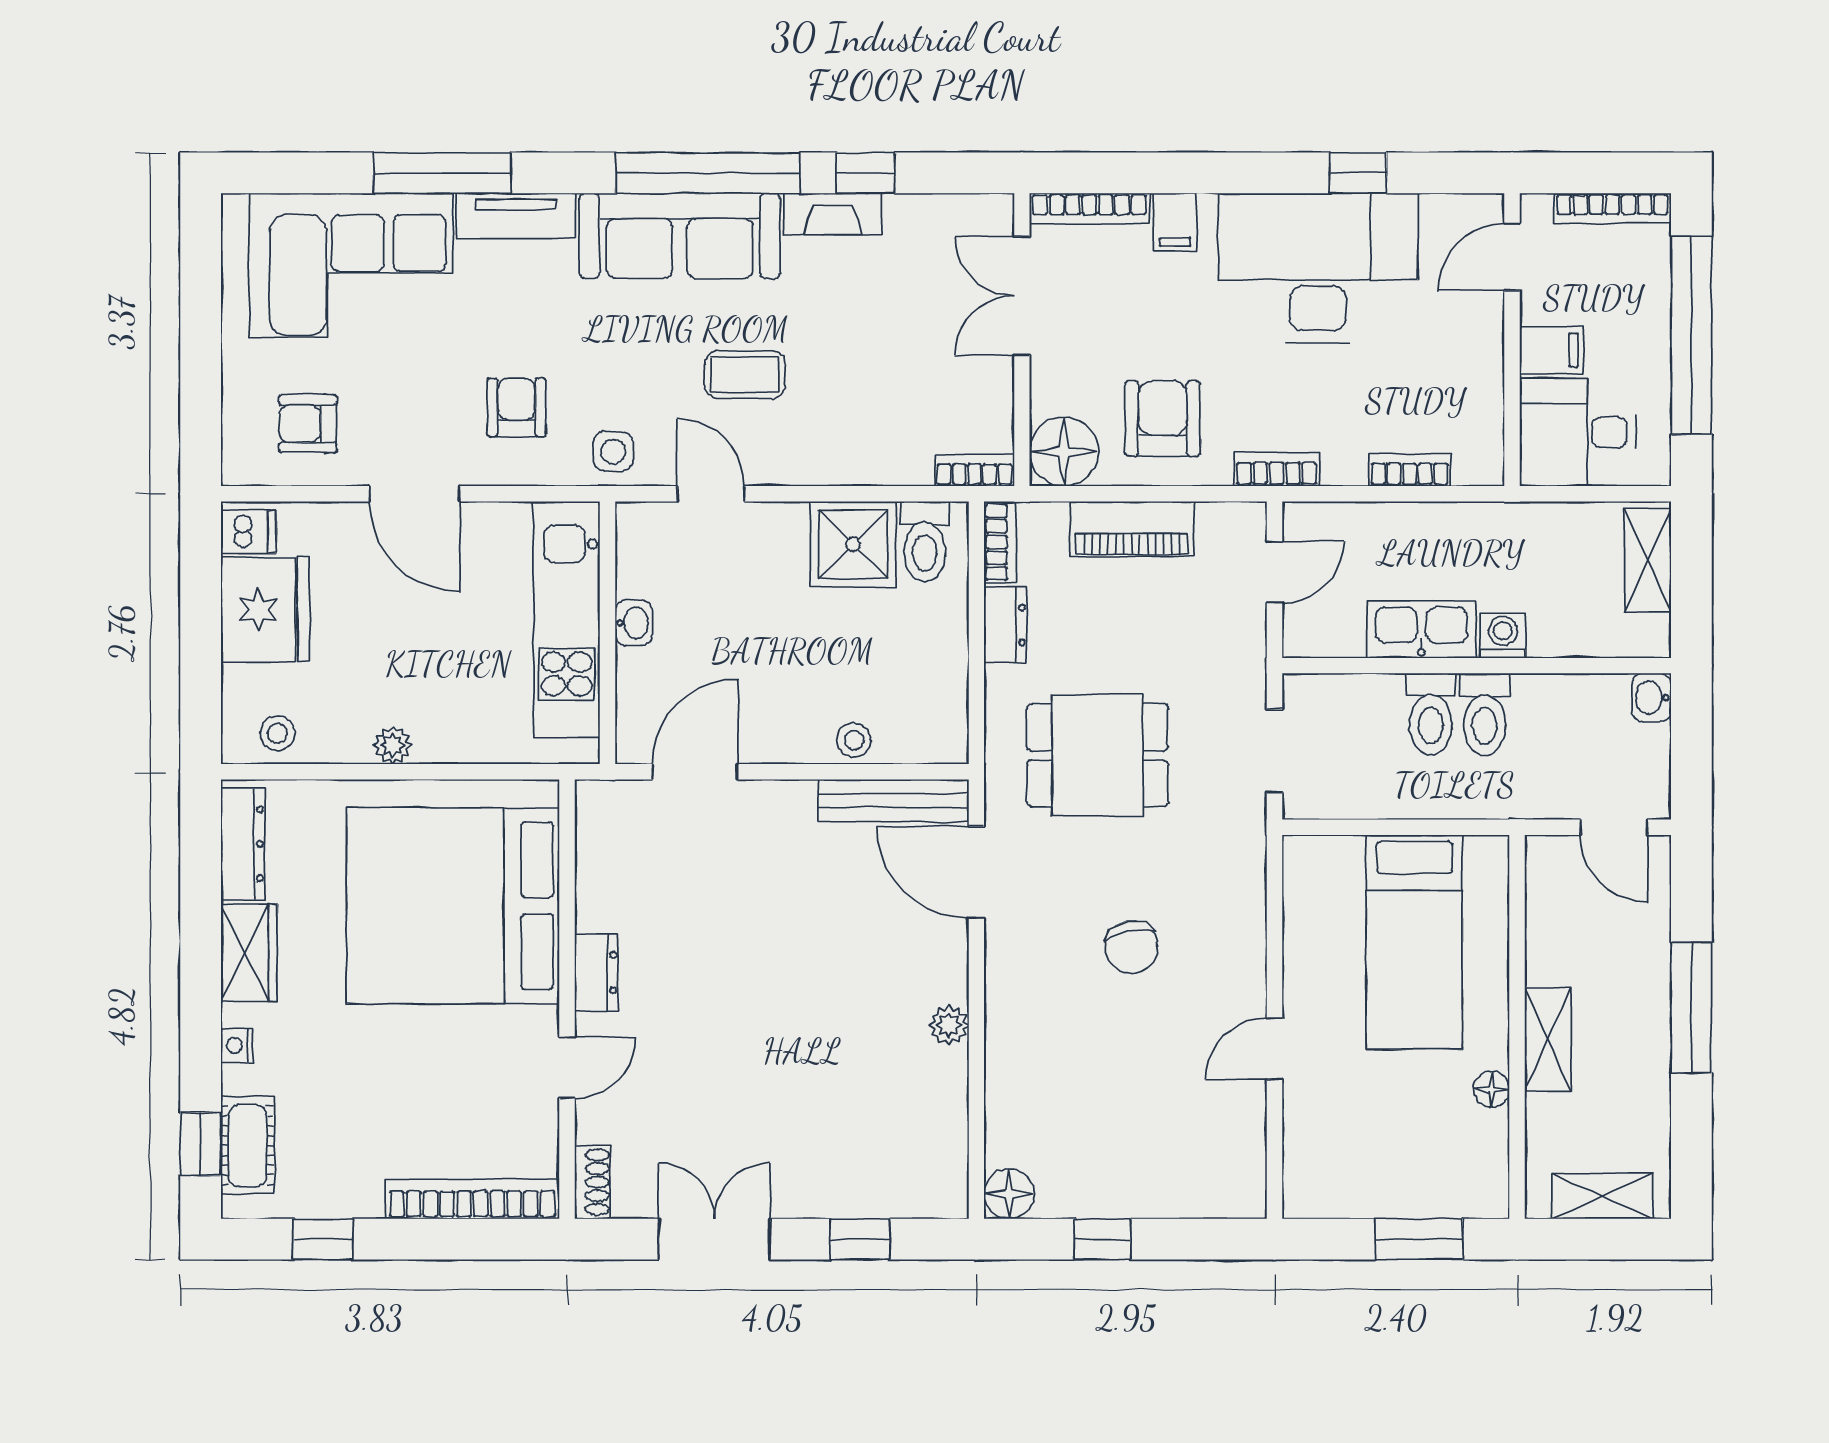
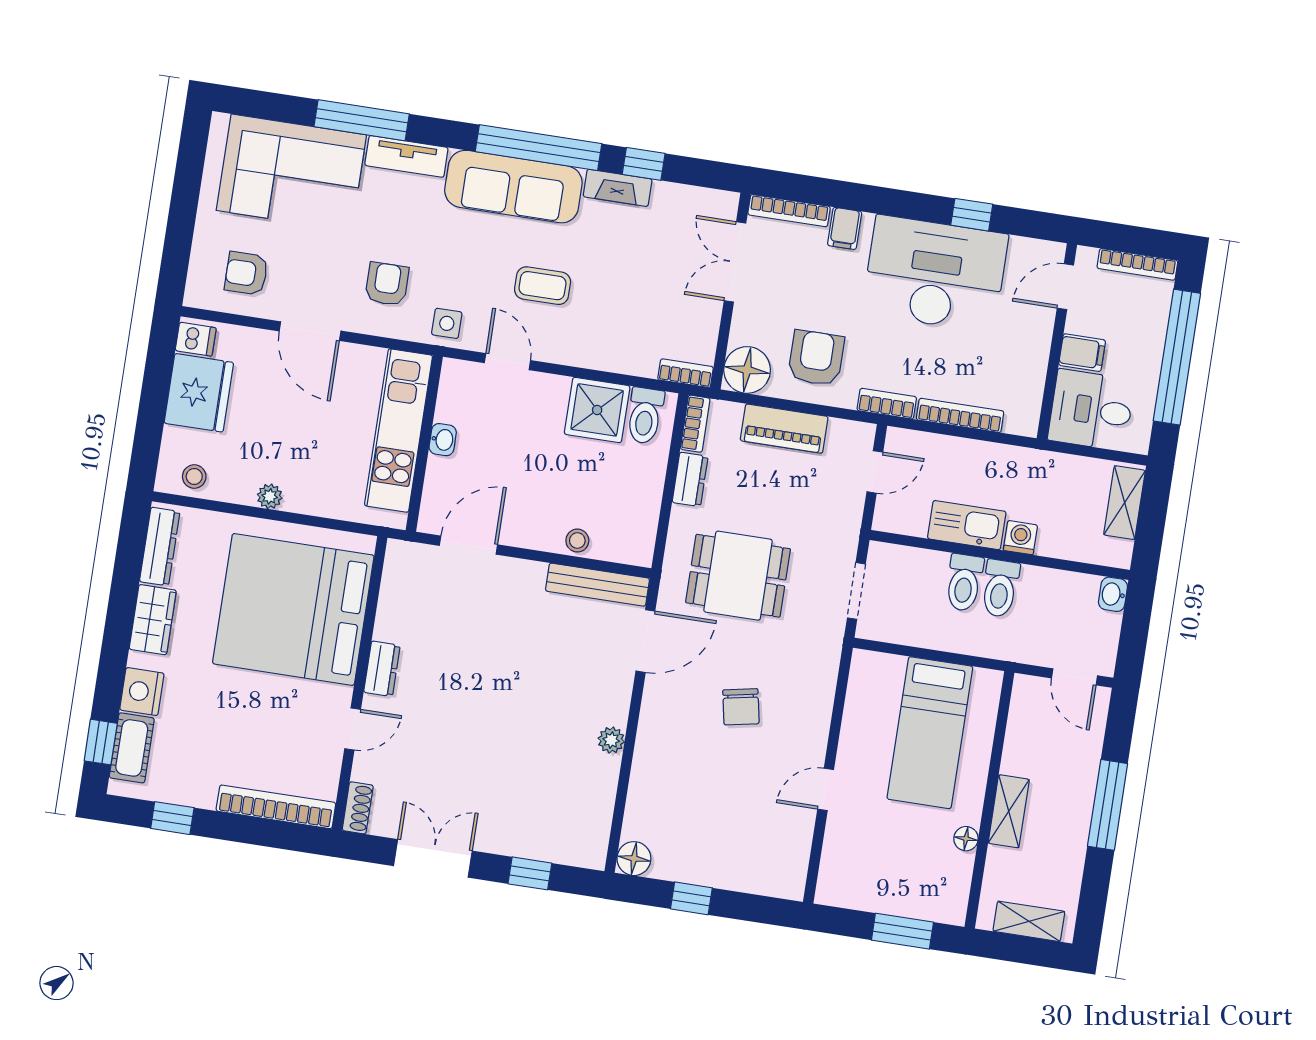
bookcase: (1410, 470) -> (960, 415), width x1.56
door: (976, 872) -> (645, 641), swing flipped
nightstand: (237, 1045) -> (142, 692), width x1.89, depth x1.79

